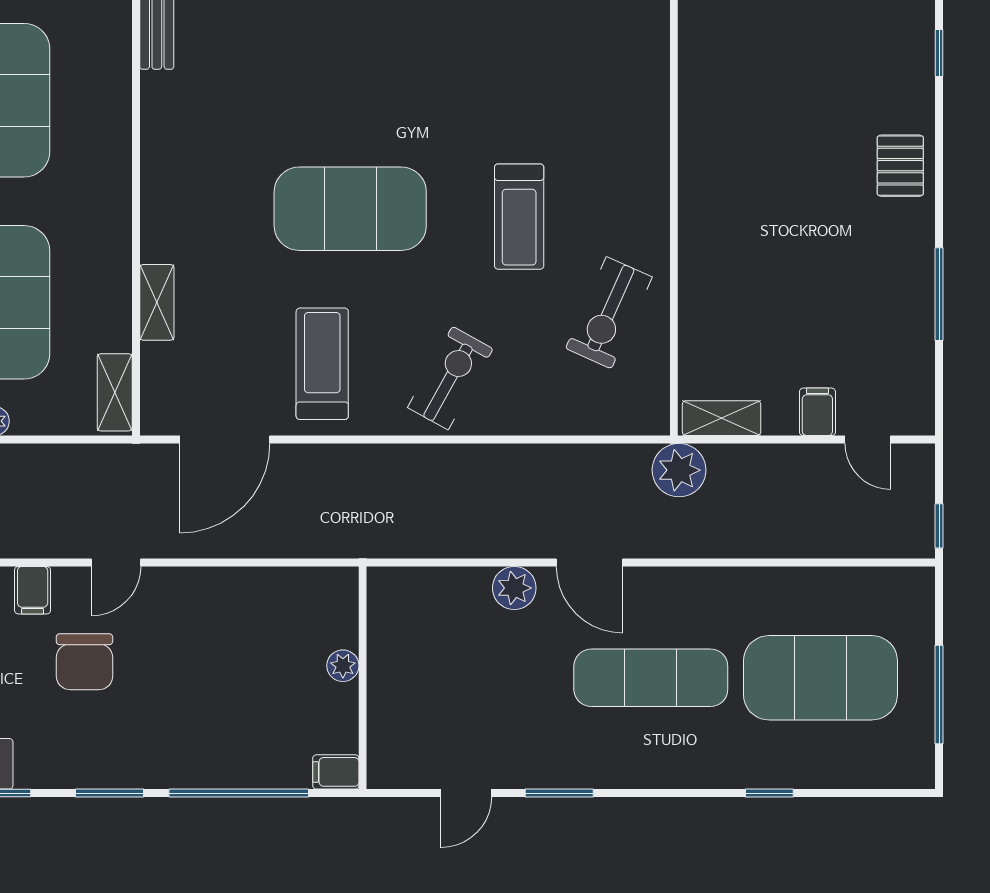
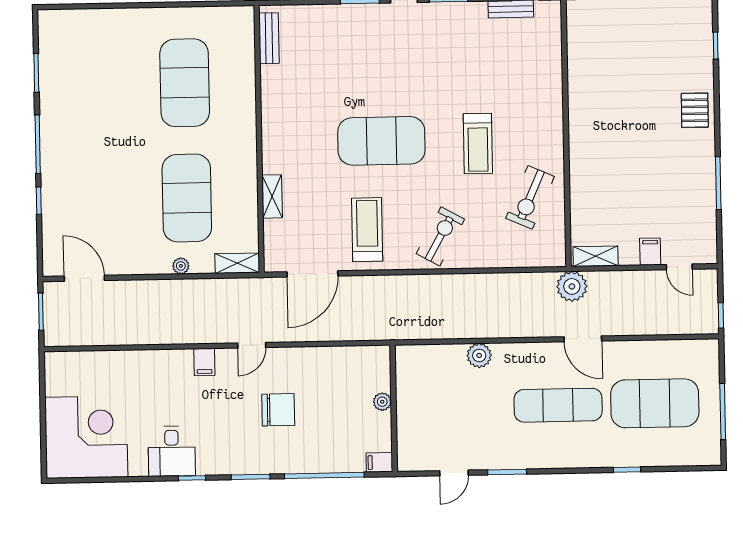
shelving: (115, 392) -> (237, 263), moved, turned 90
door: (589, 562) -> (583, 339), moved
chair: (84, 662) -> (278, 410), moved, turned -90

